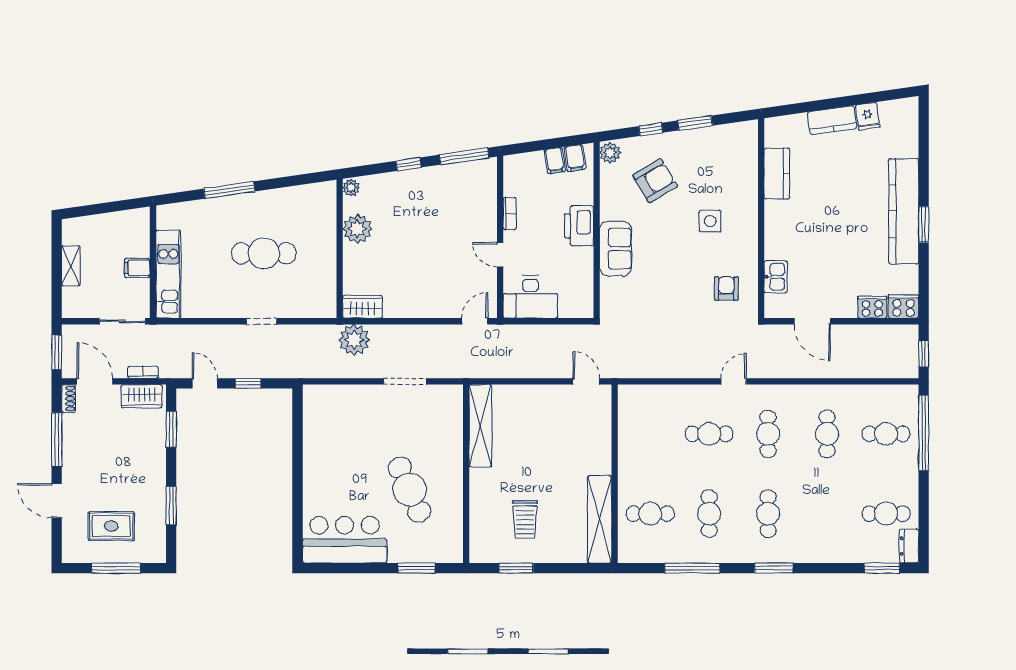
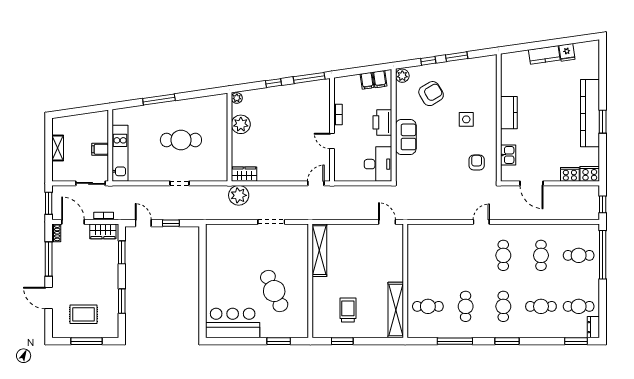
kitchen counter: (777, 174) -> (509, 113), moved
desk: (530, 297) -> (378, 164), moved, turned -90
cafe table: (709, 434) -> (541, 306), moved
trolley: (525, 519) -> (348, 310), turned 180

